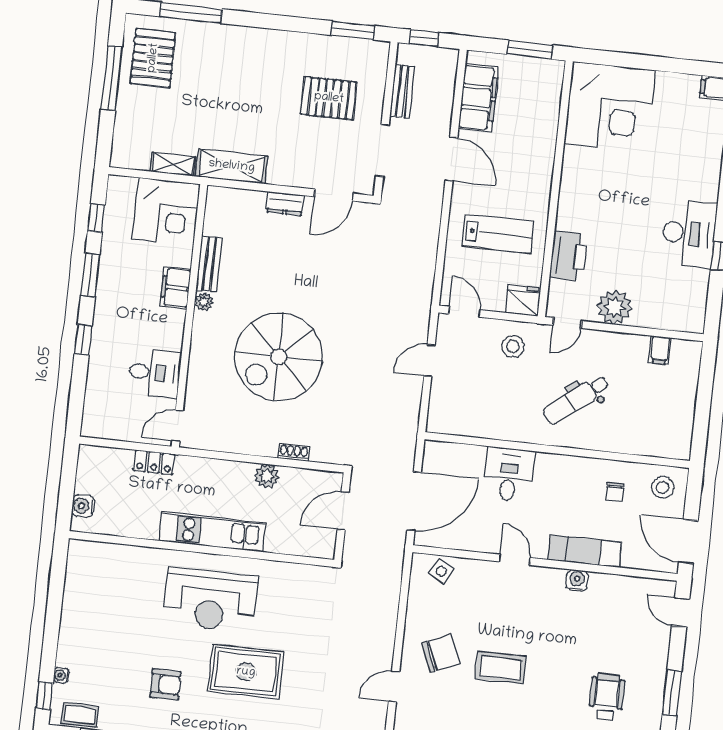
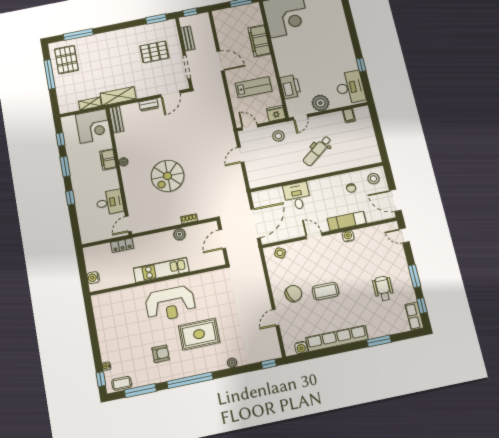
filing cabinet: (478, 98) -> (259, 41), moved, turned 180
desk: (689, 233) -> (350, 87), moved
bench: (209, 264) -> (116, 119), moved
spiral stairs: (279, 357) -> (168, 176), width x0.73, depth x0.73

